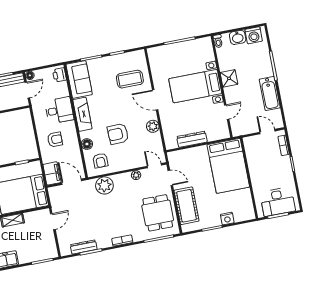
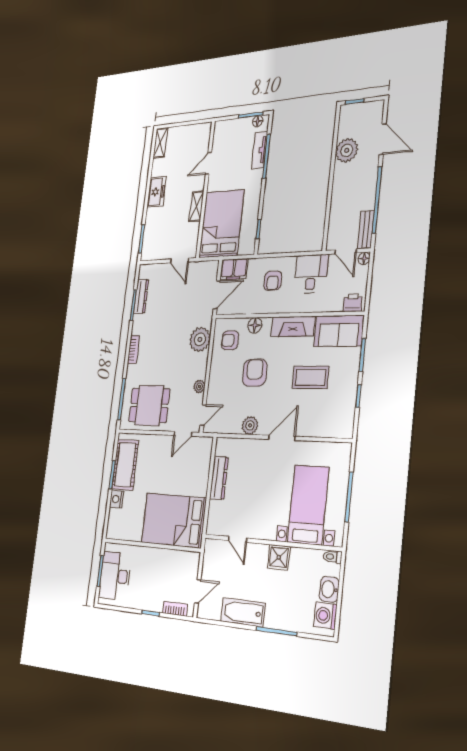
coffee table: (130, 79) -> (310, 377), moved, turned 90
bed with nightstands: (195, 86) -> (308, 505), moved
desk: (59, 110) -> (311, 274), moved, turned 180
cot: (186, 206) -> (125, 465), moved, turned 90

